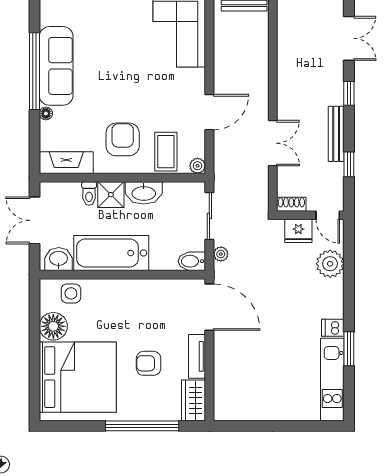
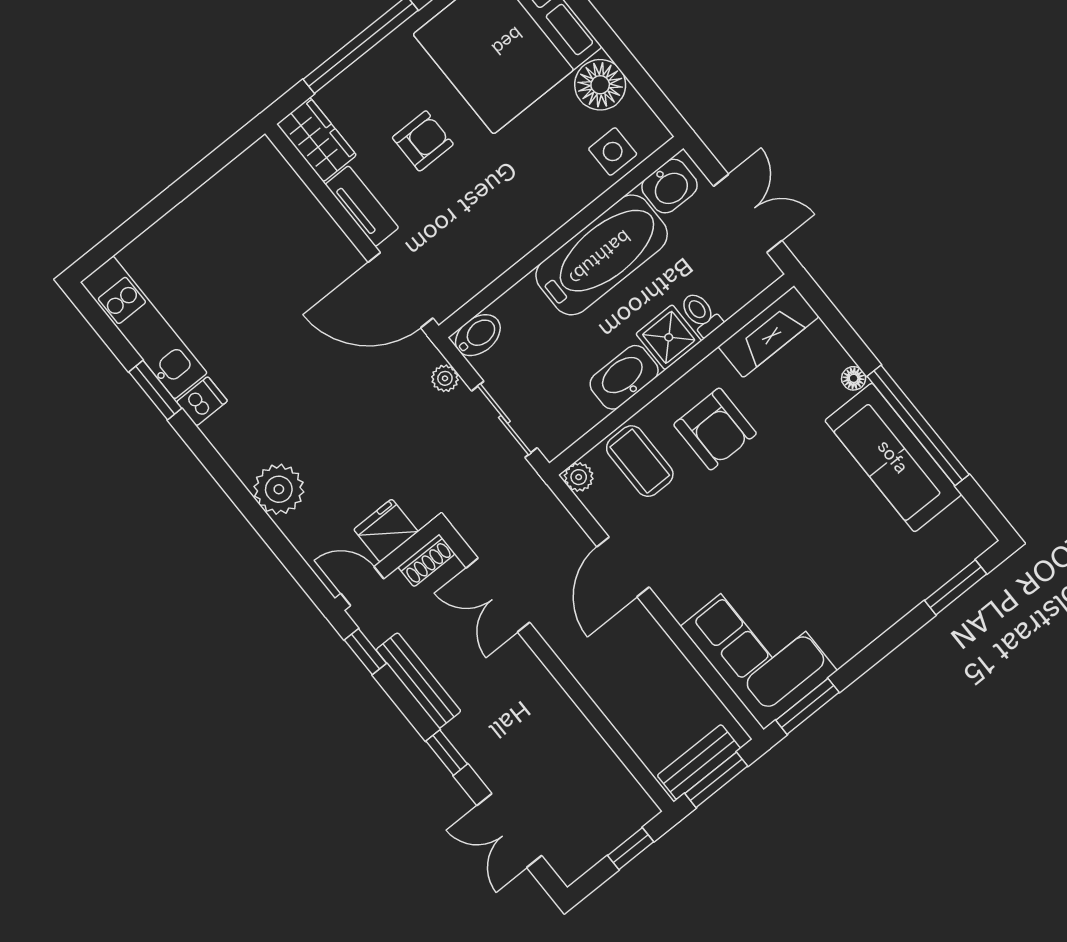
shoe rack: (291, 204) -> (427, 560), moved
wall: (310, 215) -> (387, 566), moved
door: (328, 215) -> (362, 586), moved
fridge: (298, 231) -> (386, 531), moved

